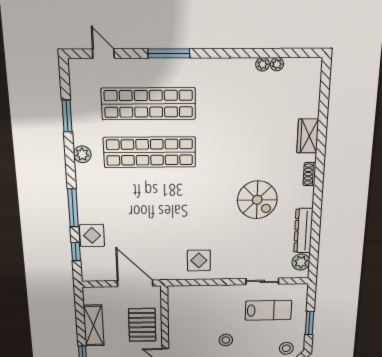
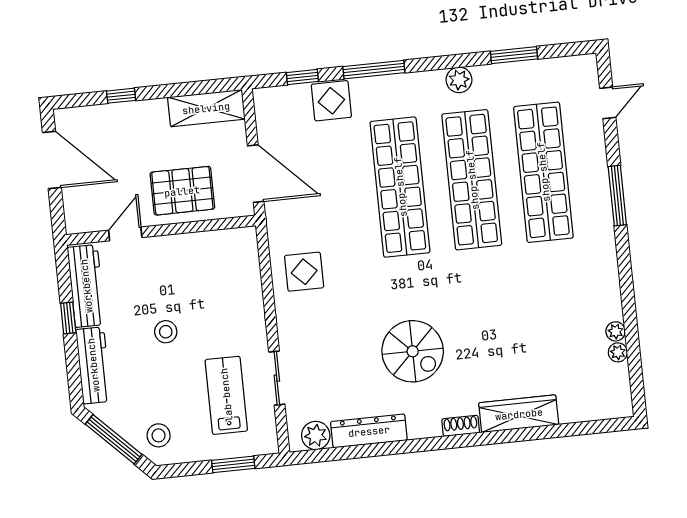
wardrobe: (308, 136) -> (519, 414), width x1.50
shop shelf: (151, 198) -> (400, 187), added
spiral stairs: (257, 200) -> (413, 351), turned -90
door: (135, 283) -> (256, 174), hinge flipped
lab bench: (268, 310) -> (226, 395), turned 180
window: (309, 323) -> (233, 464), moved
shelving: (94, 326) -> (206, 108), moved

